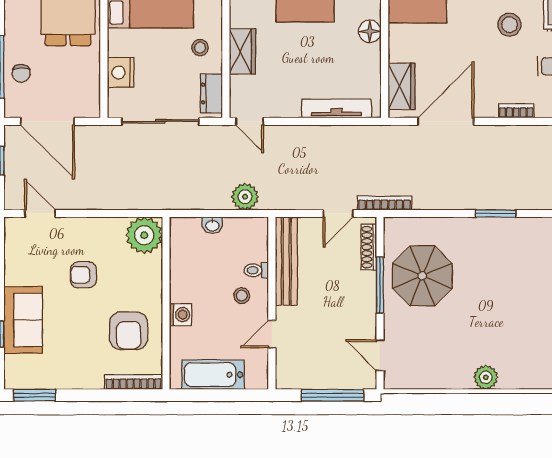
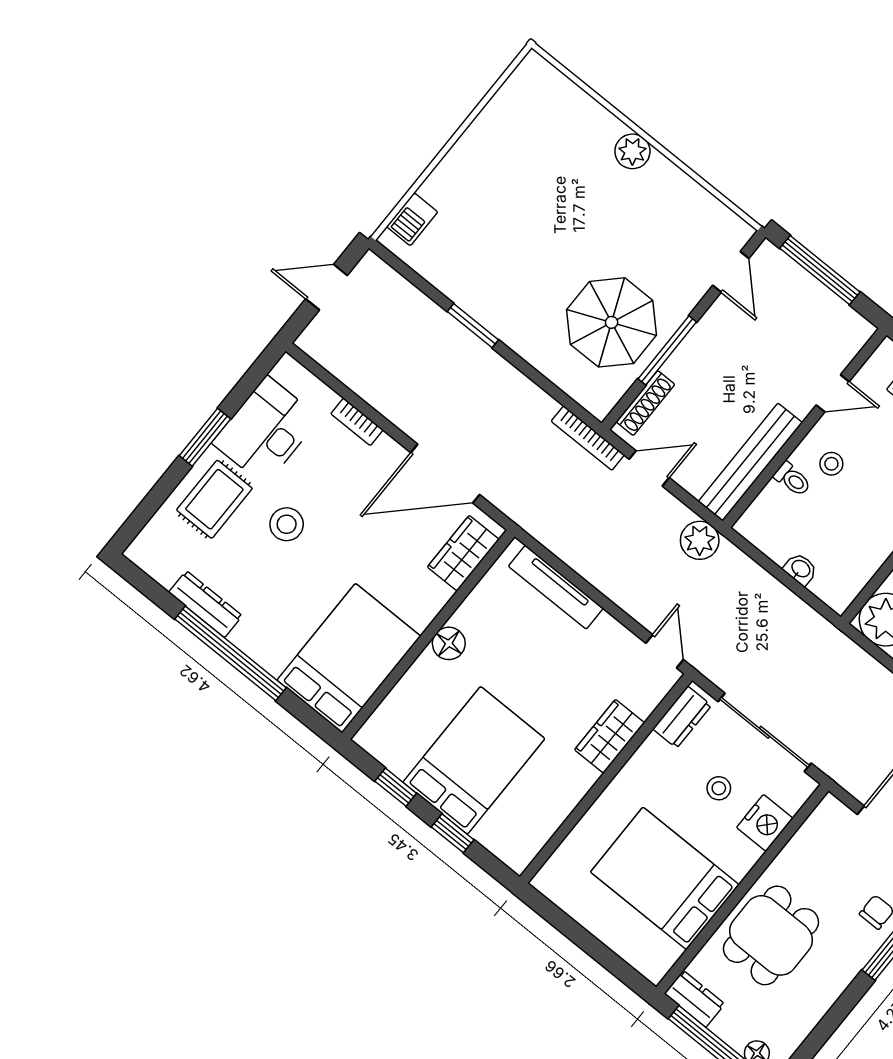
stool: (200, 48) -> (719, 788), moved
plant: (245, 197) -> (700, 540), moved

